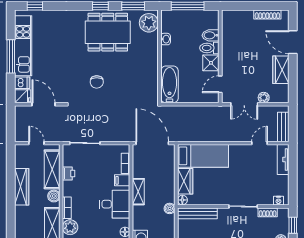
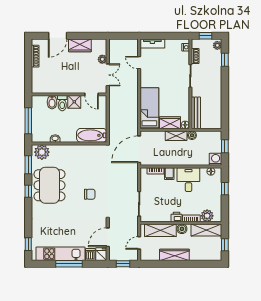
window: (11, 123) -> (123, 264), added
bench: (283, 127) -> (126, 43), removed
printer: (68, 174) -> (177, 217), moved
shelving: (138, 192) -> (176, 136), moved

